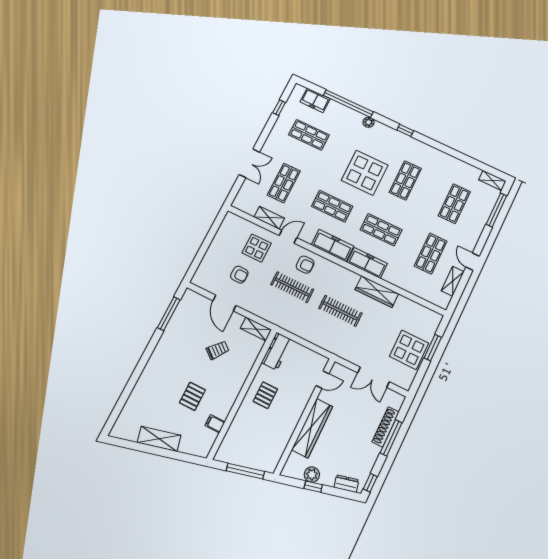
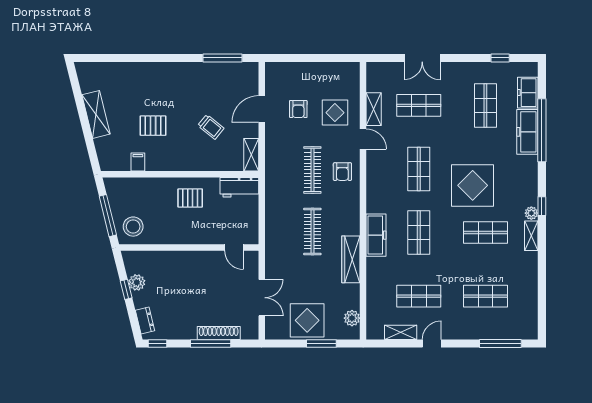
plant: (368, 122) -> (531, 213), moved
shelving: (492, 180) -> (531, 236), moved
freezer: (332, 245) -> (527, 132), moved, turned 180
plant: (424, 313) -> (352, 318), added
double door: (373, 377) -> (262, 298), swing flipped
wardrobe: (312, 428) -> (181, 261), removed
stool: (265, 454) -> (133, 227), added

